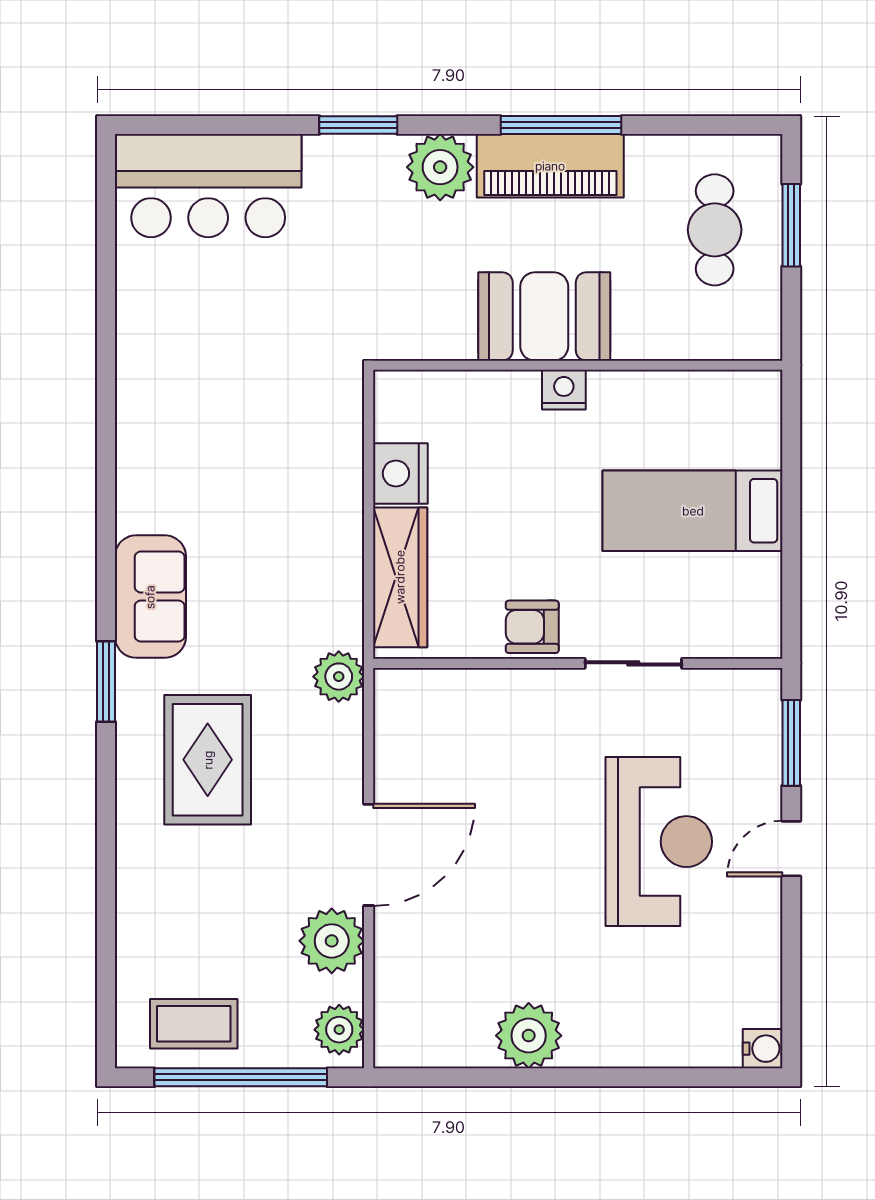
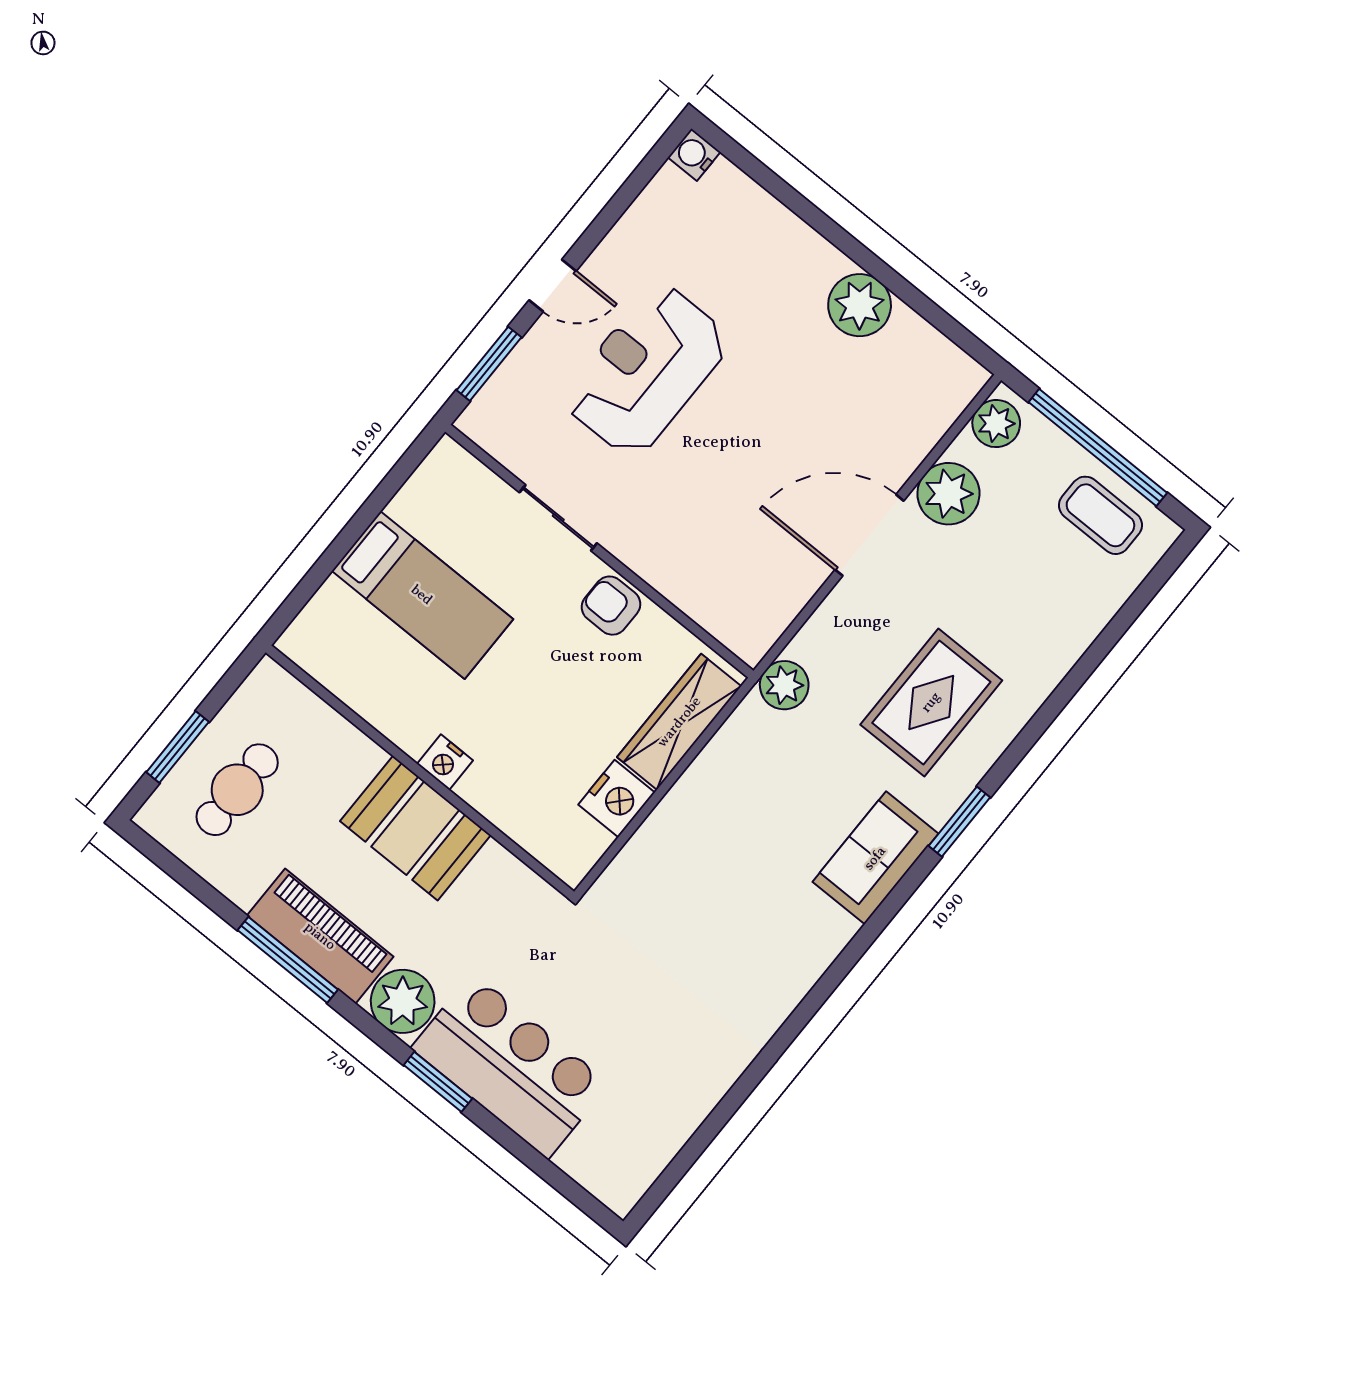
bar counter: (208, 186) -> (510, 1066), moved
armchair: (532, 627) -> (611, 606), turned 180

